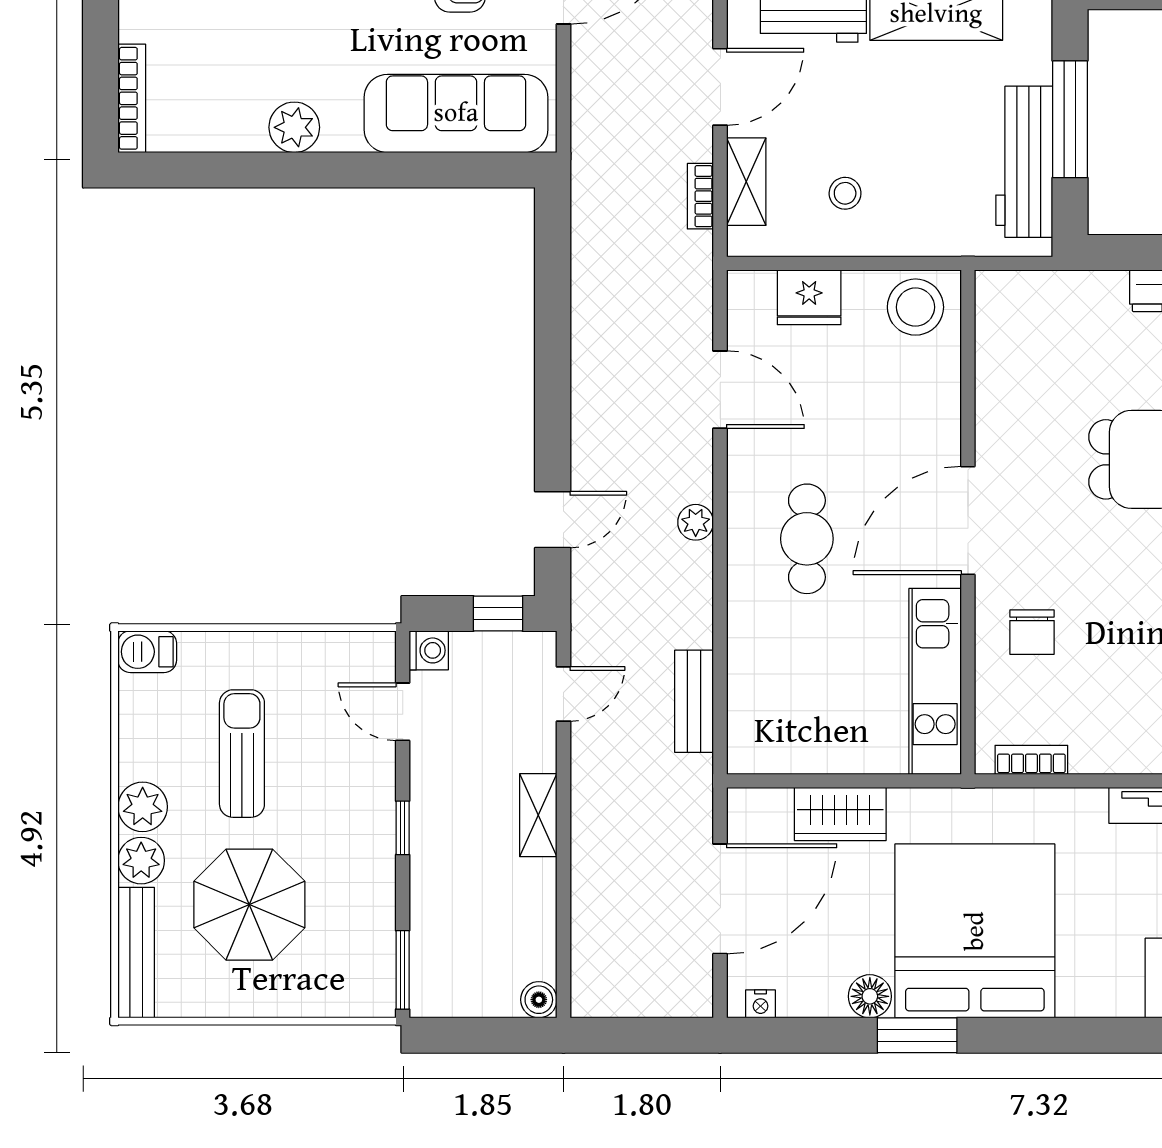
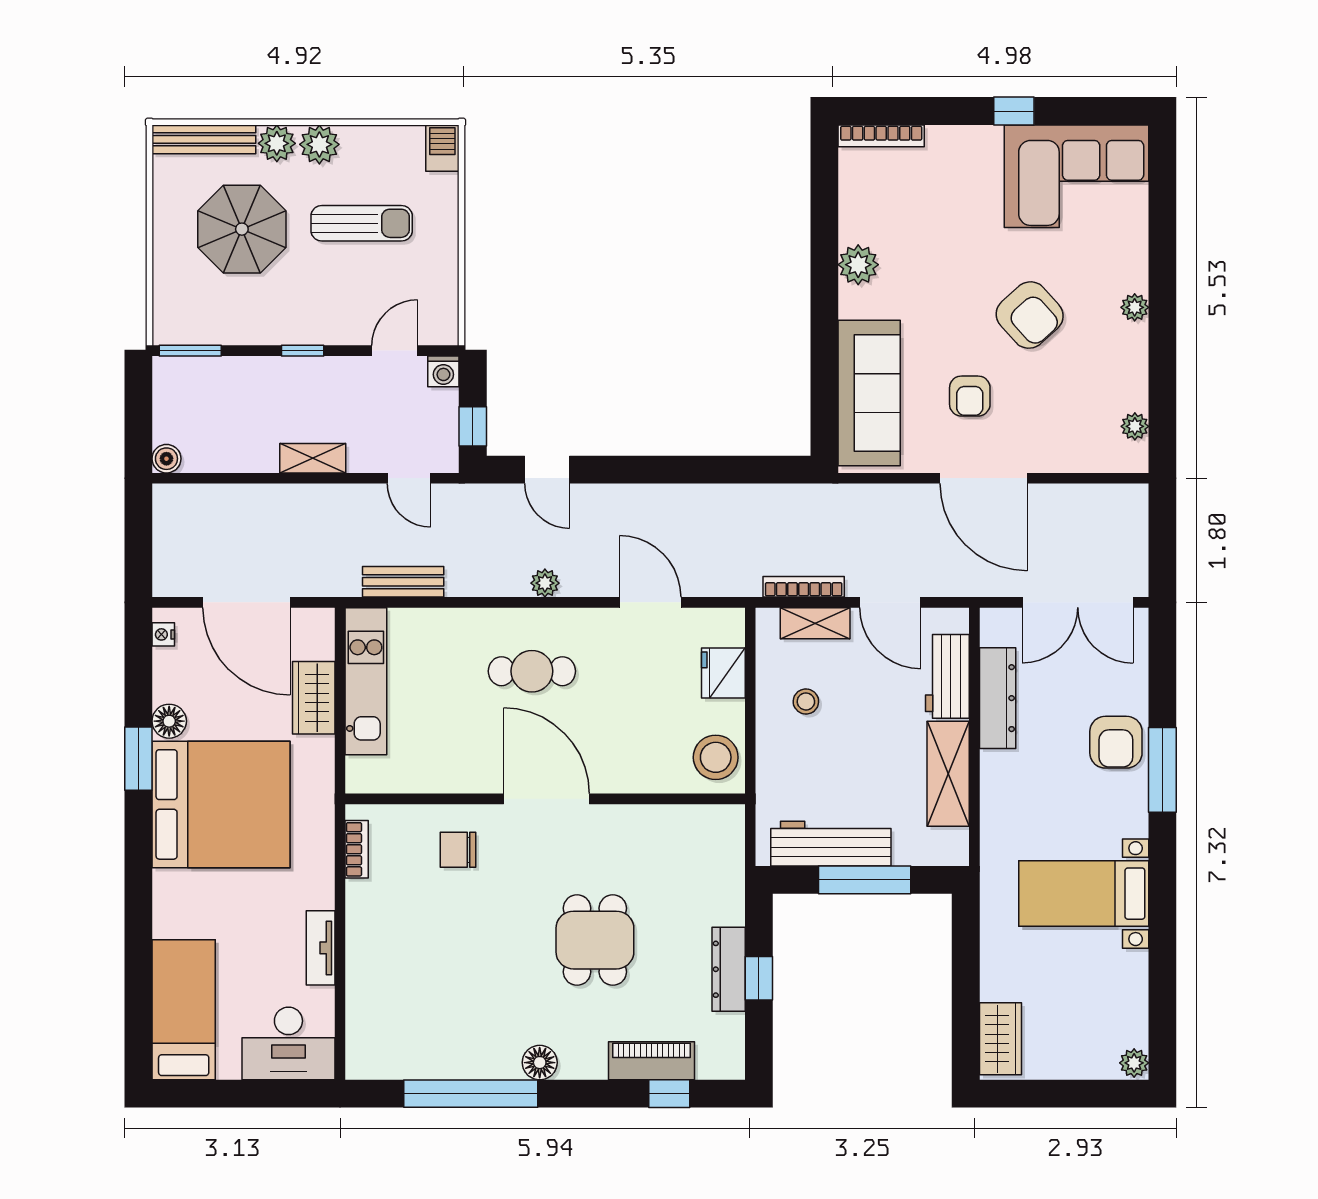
bookcase: (700, 196) -> (804, 587), width x1.56
door: (720, 390) -> (650, 602), swing flipped
kitchen unit: (935, 681) -> (366, 681), moved, turned 90

